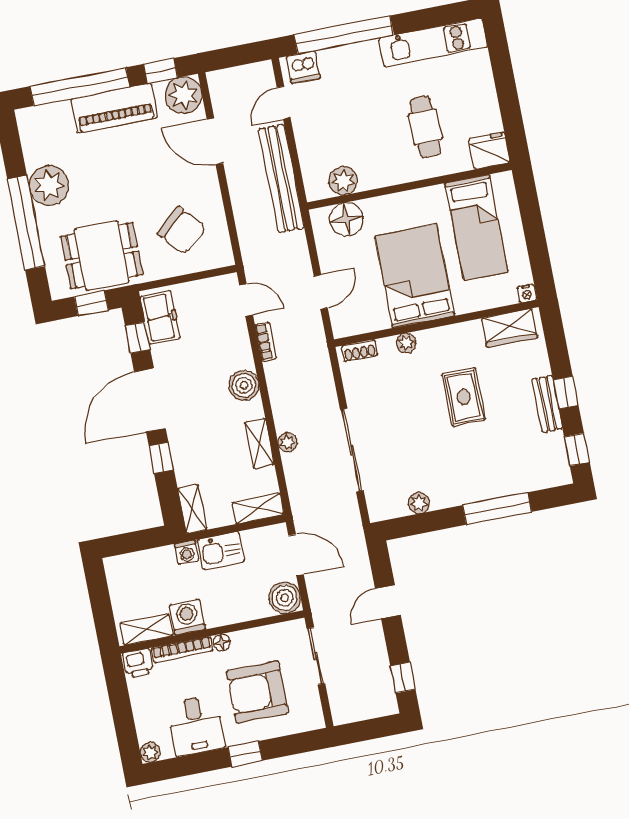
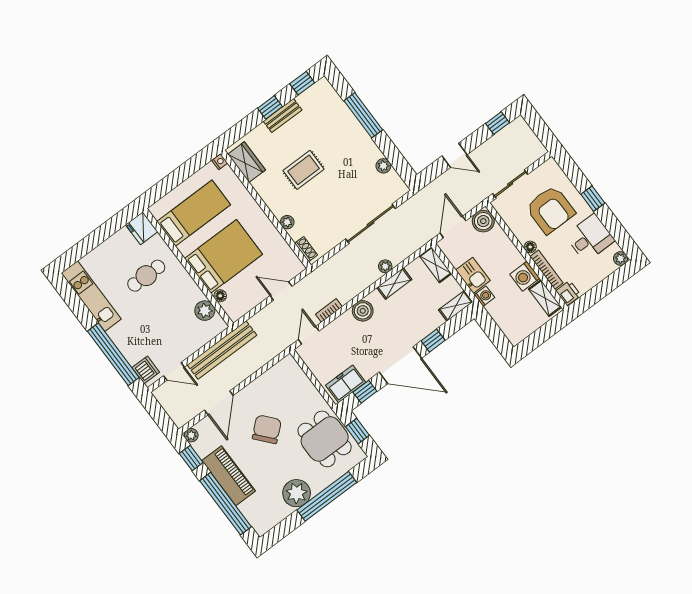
plant: (183, 95) -> (191, 435), width x0.53, depth x0.53
floor lamp: (347, 219) -> (220, 296), width x0.53, depth x0.53
chair: (182, 230) -> (267, 429), moved
bed: (415, 276) -> (224, 256), moved, turned 180

